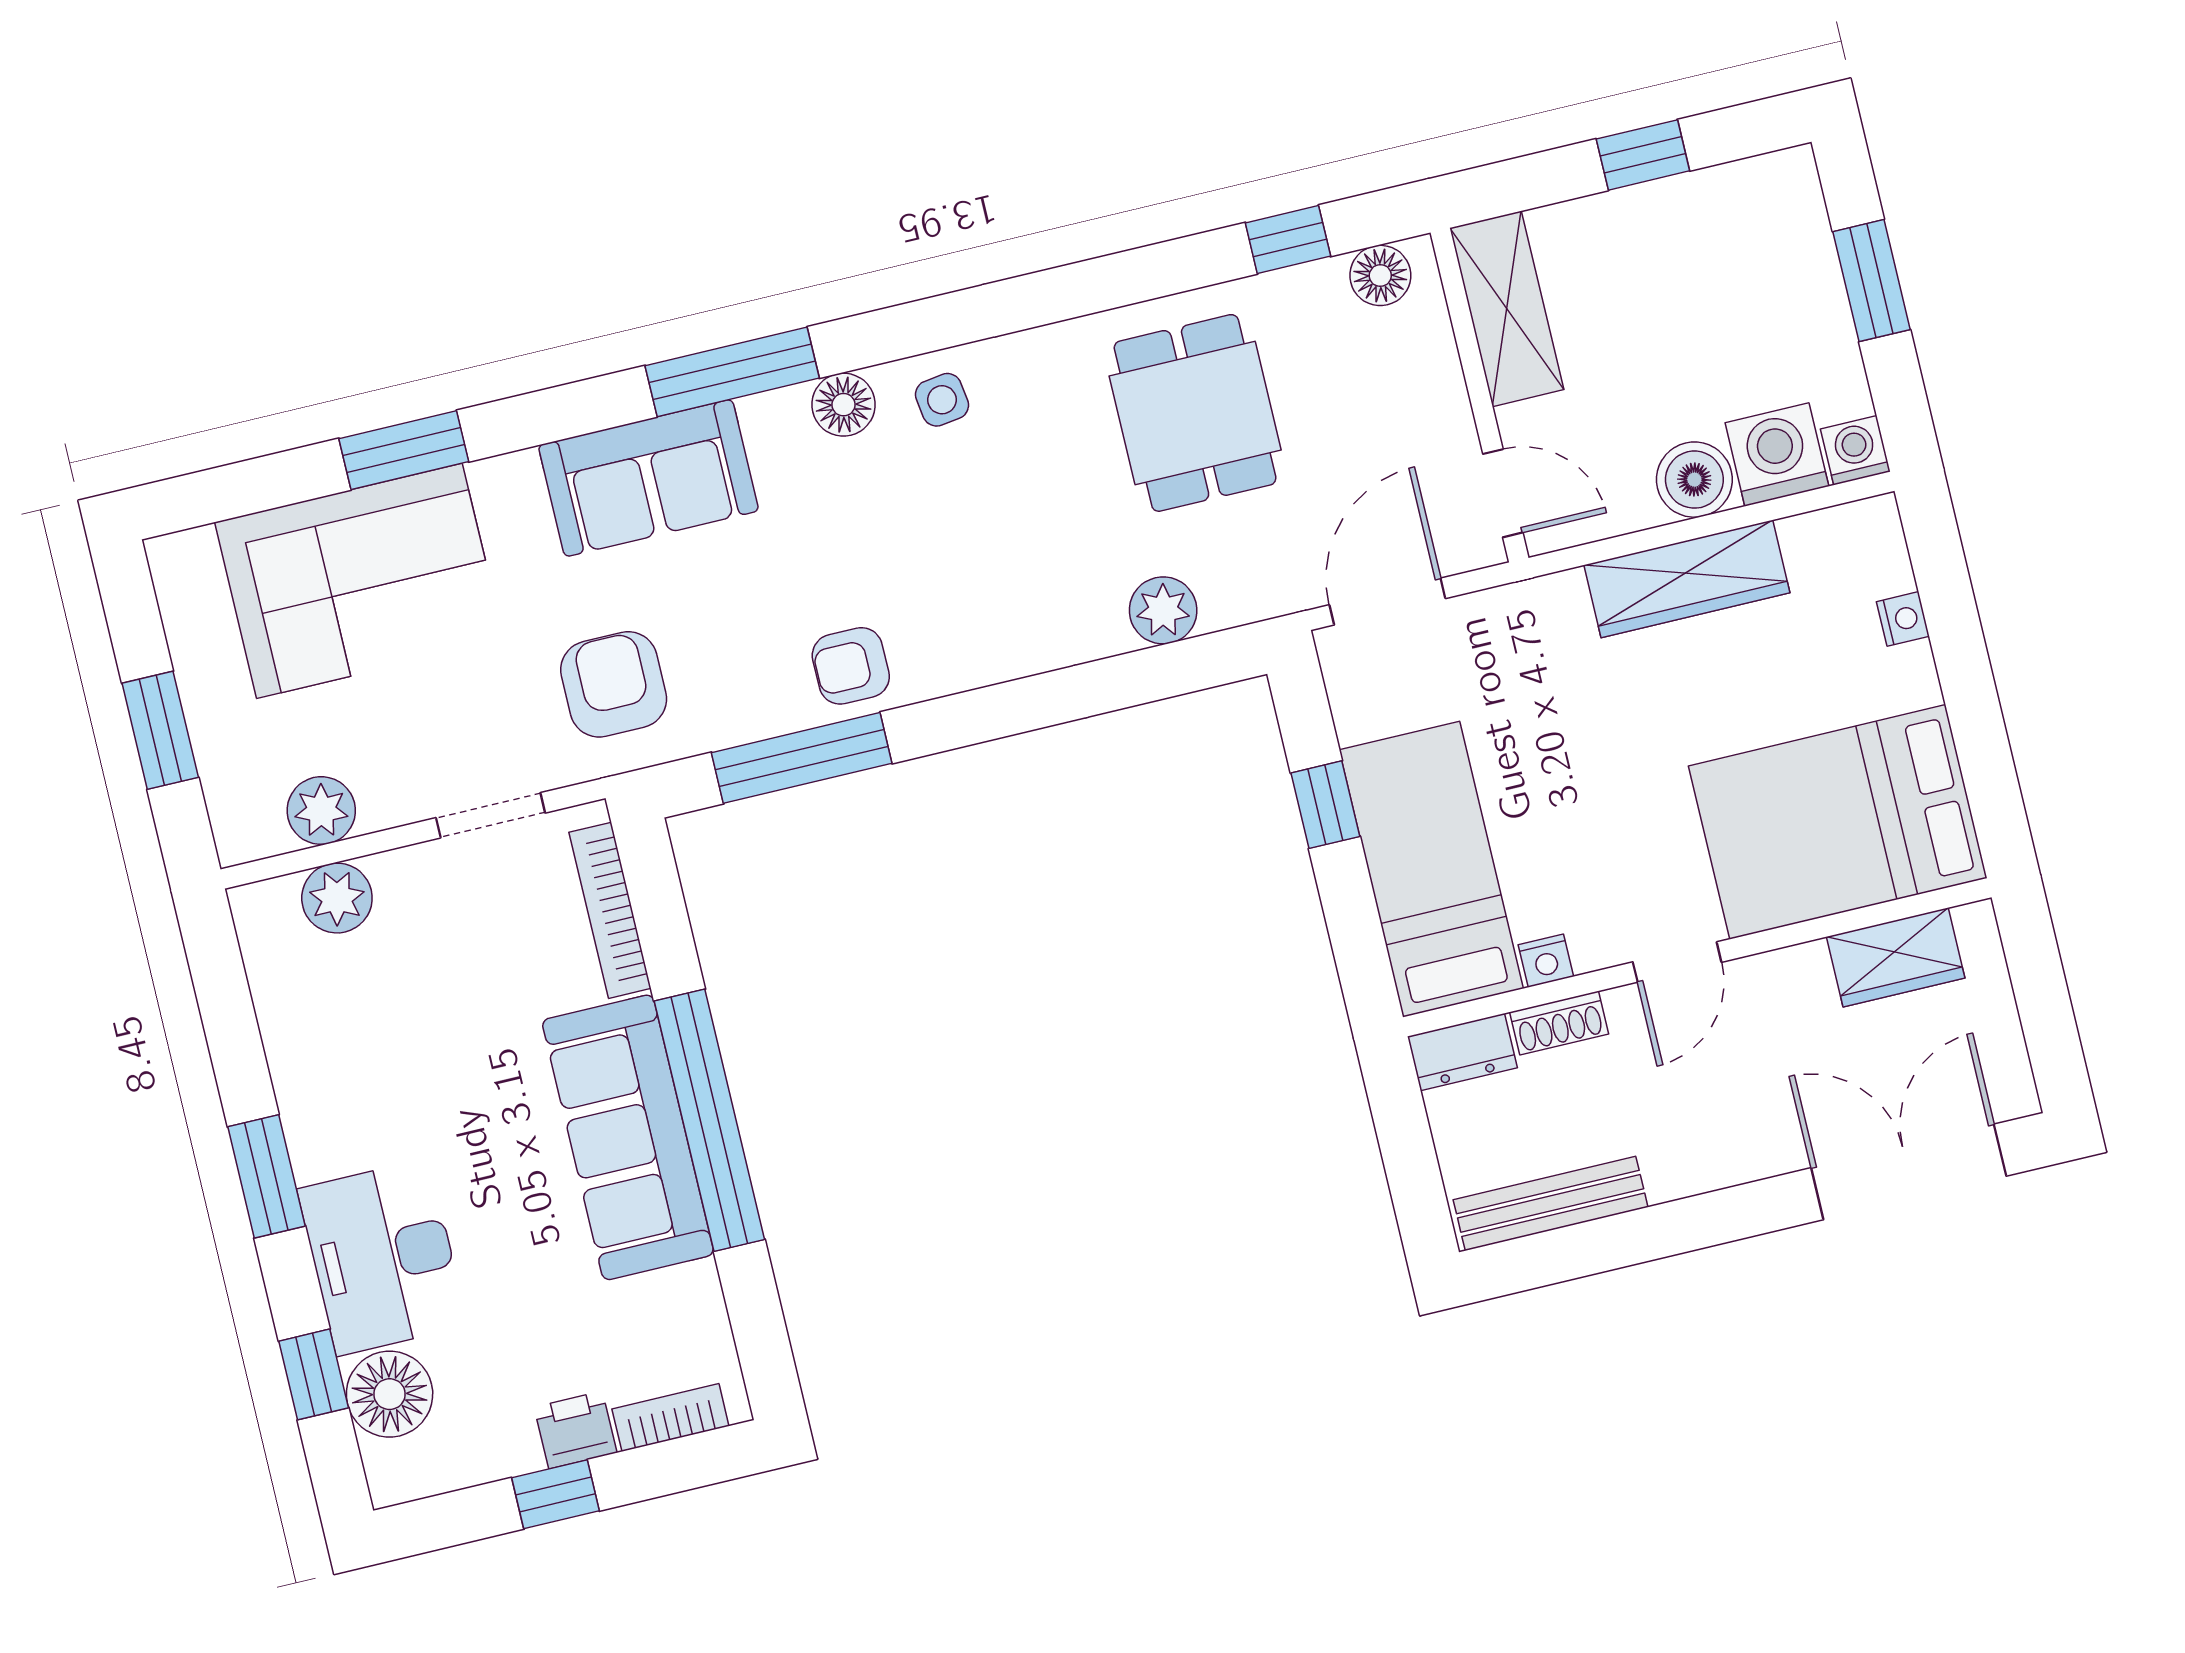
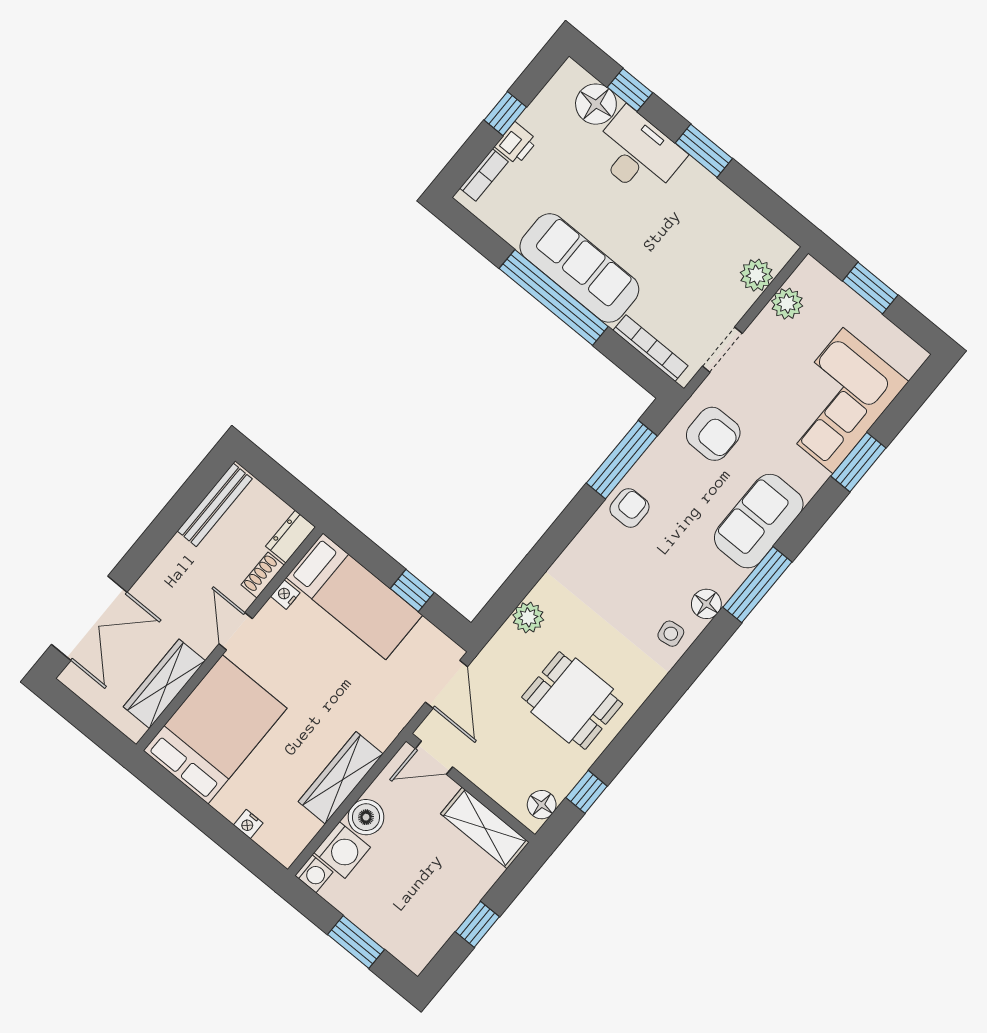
wardrobe: (1896, 957) -> (164, 684), width x1.50

